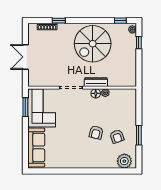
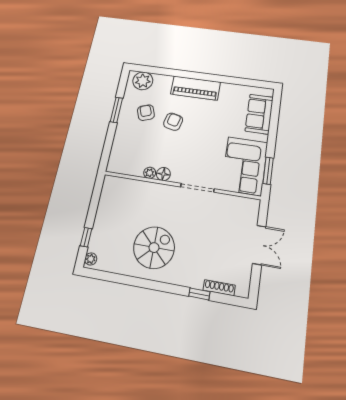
window: (120, 21) -> (105, 276), removed
spiral stairs: (93, 44) -> (154, 248), width x0.73, depth x0.73
dresser: (96, 82) -> (160, 190), removed
sofa: (36, 147) -> (259, 114), width x0.73
piano: (85, 161) -> (195, 88), added

